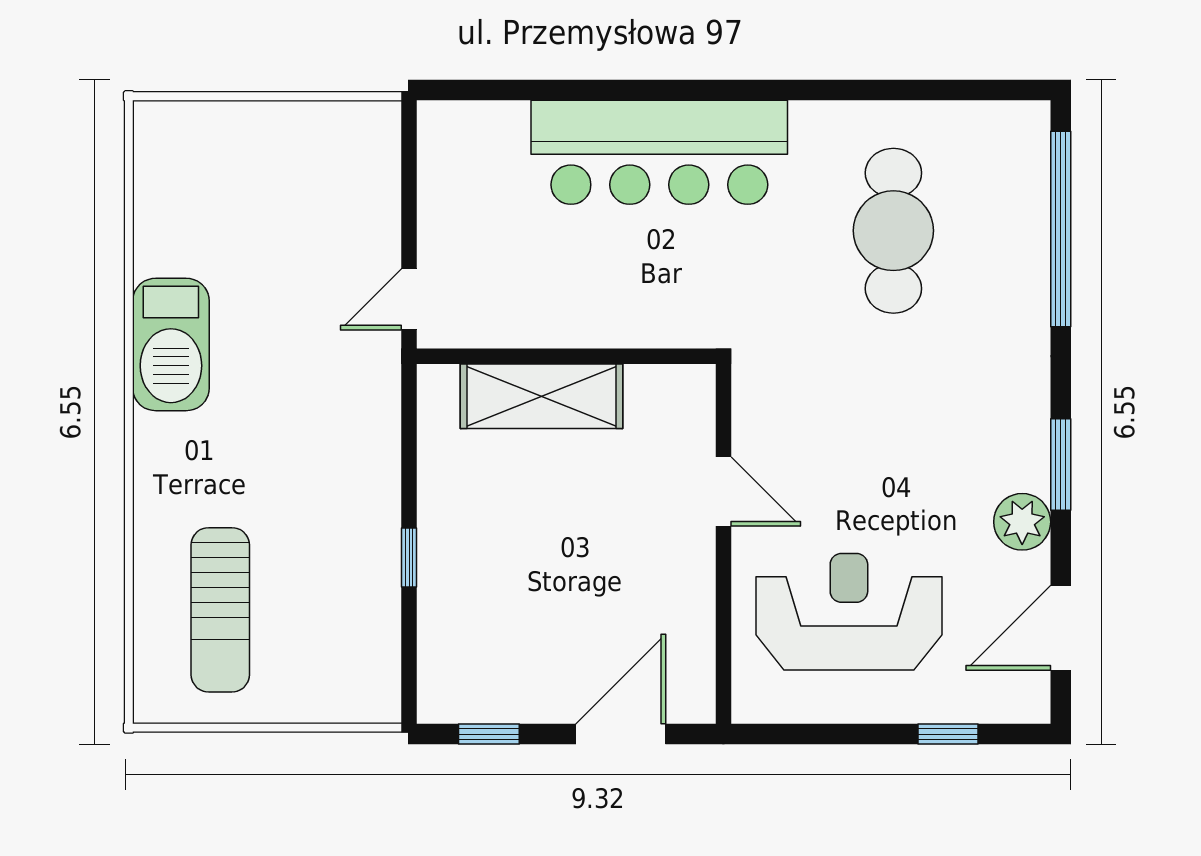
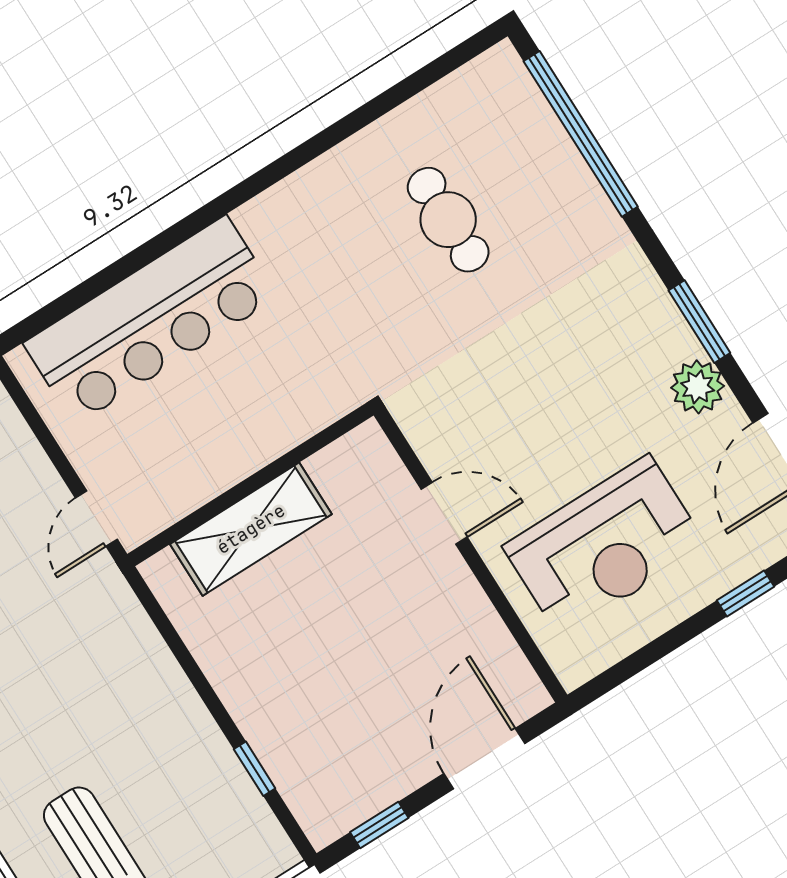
bar counter: (659, 152) -> (151, 320), moved
cafe table: (893, 231) -> (448, 220), width x0.73, depth x0.74
window: (409, 558) -> (255, 769), moved
reception desk: (849, 612) -> (605, 546), turned 180

